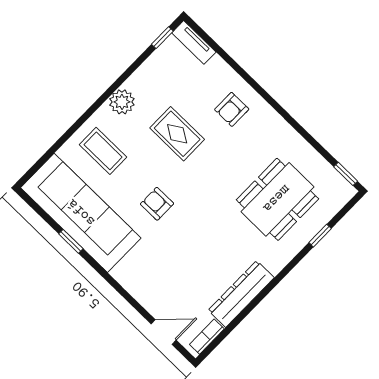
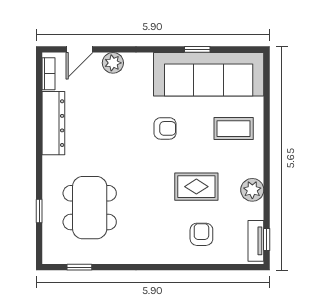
tv unit: (194, 42) -> (256, 241), moved, turned -90
plant: (122, 102) -> (252, 190), moved
armchair: (232, 109) -> (201, 234), moved
window: (346, 174) -> (79, 267), moved
plant: (148, 296) -> (113, 63), added

